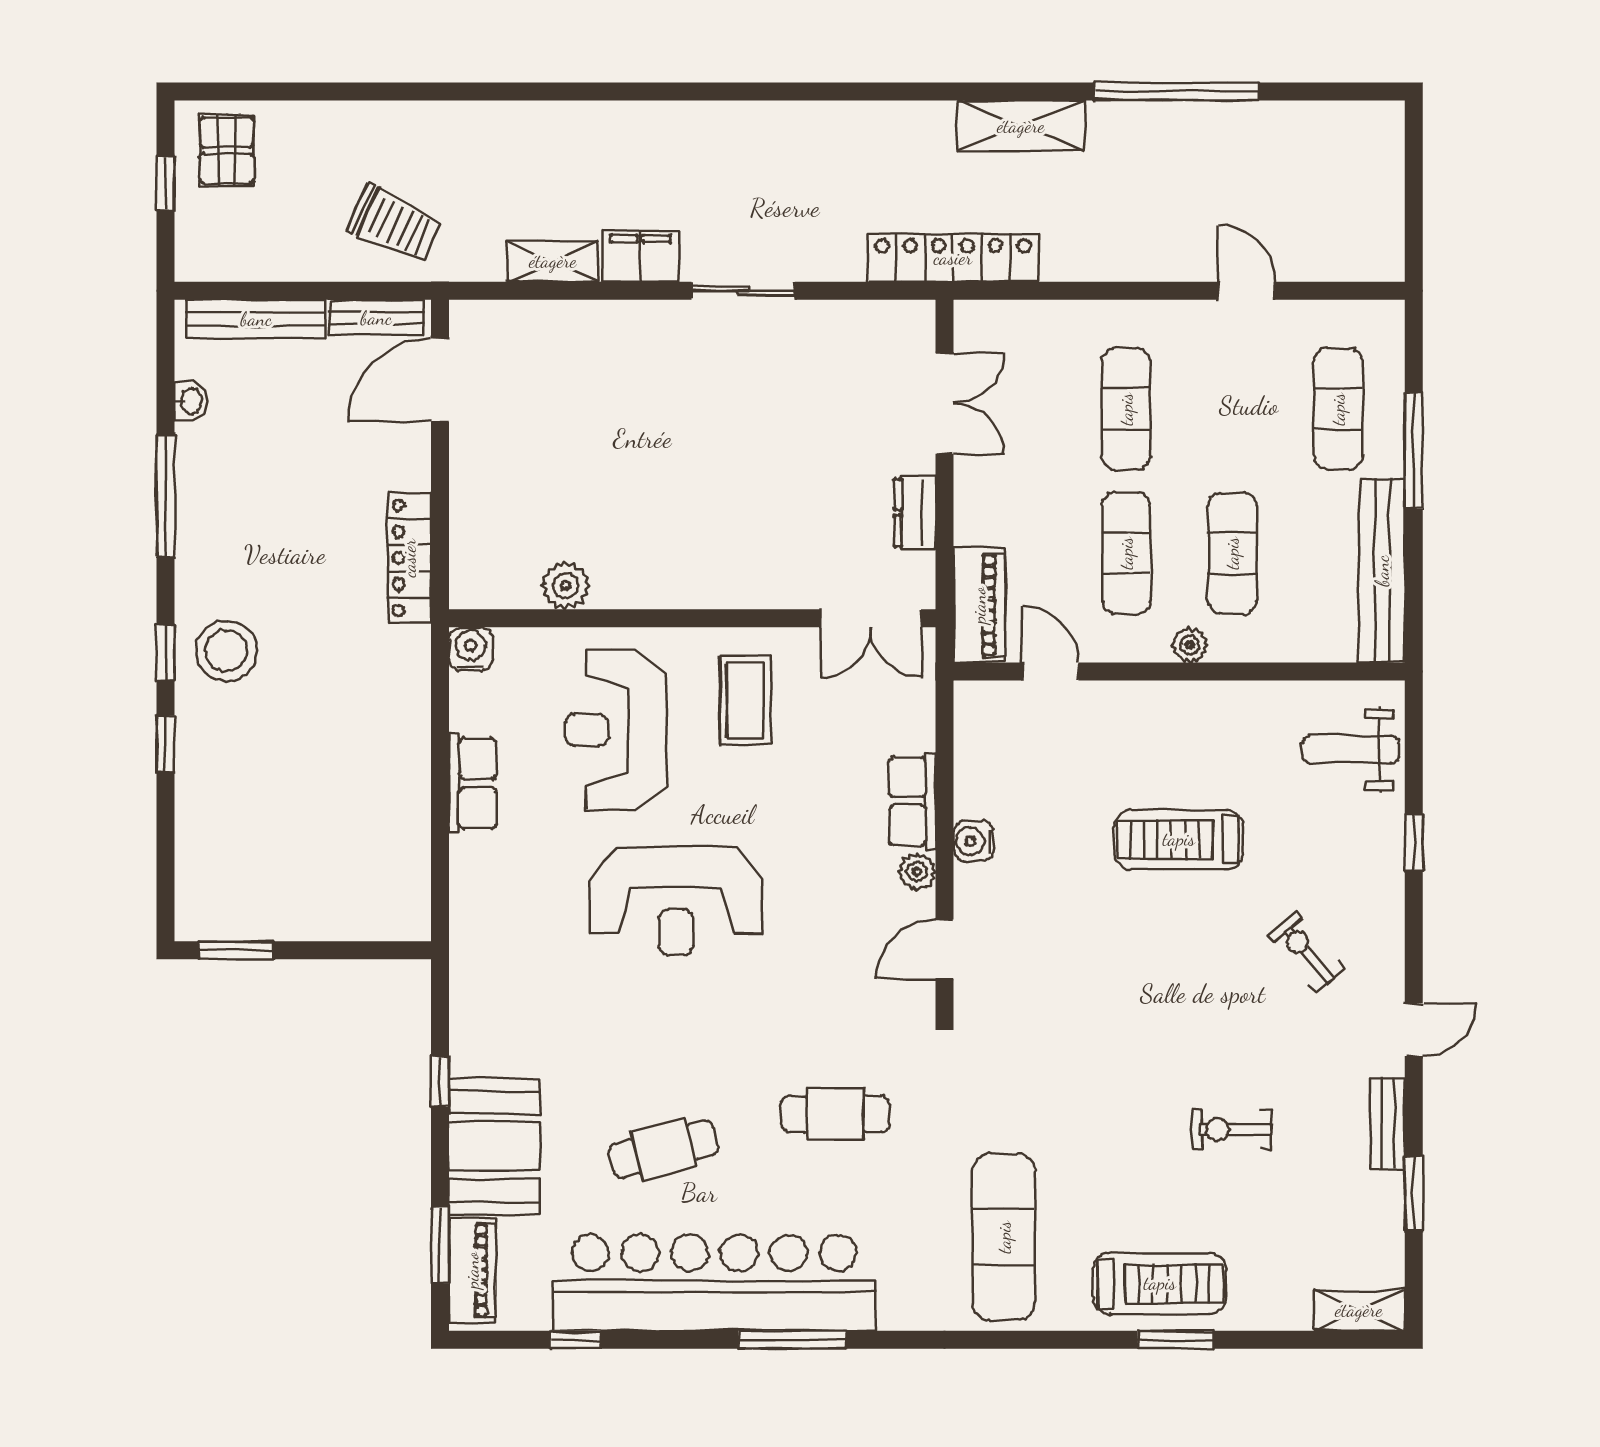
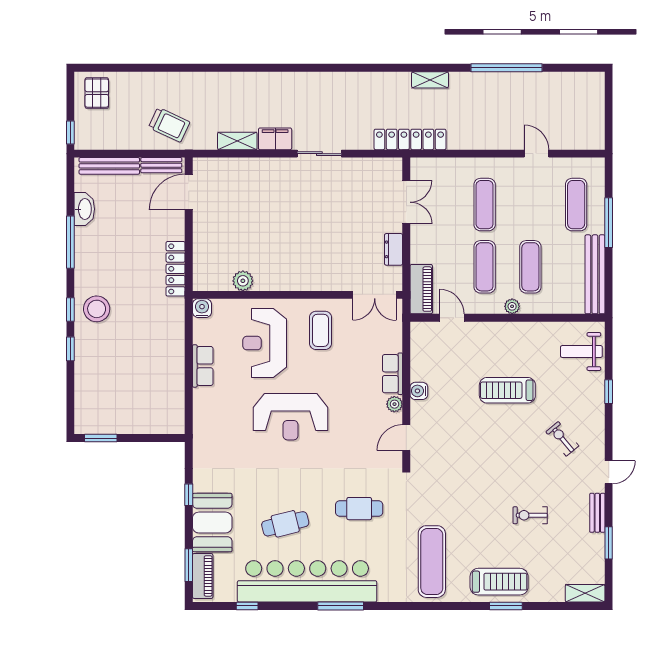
shelving: (1021, 126) -> (430, 80), width x0.67, depth x0.75
window: (166, 184) -> (70, 132), moved
washbasin: (191, 401) -> (84, 209), width x1.91, depth x1.45

